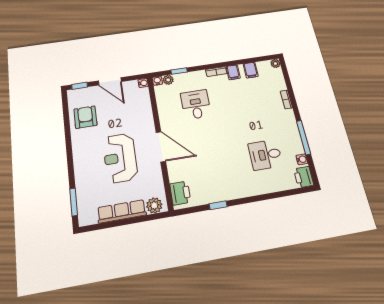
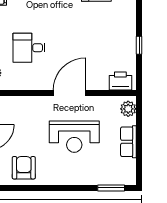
armchair: (85, 117) -> (24, 168), turned 90
row of seats: (122, 211) -> (128, 142), width x0.68

